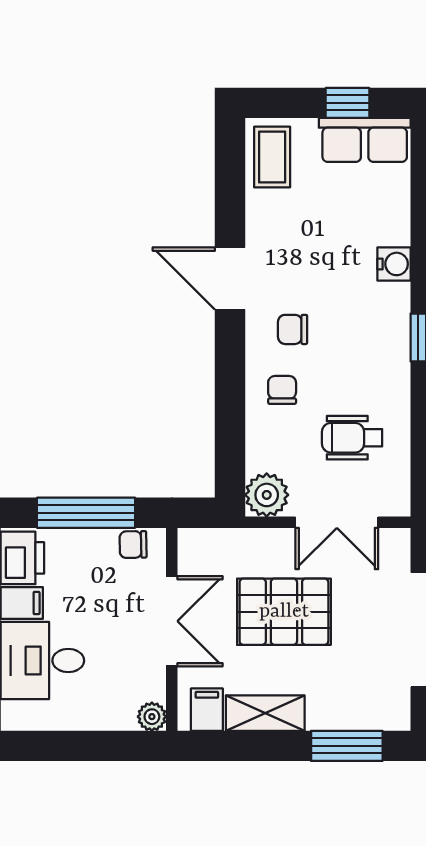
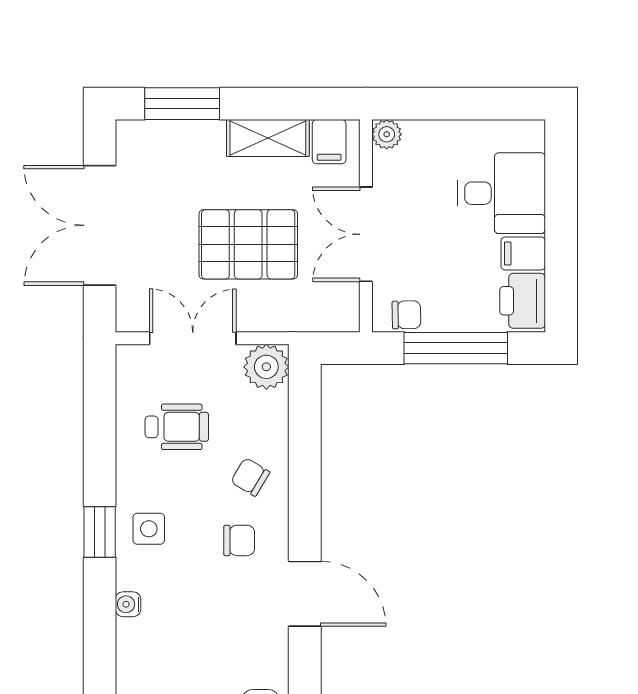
water cooler: (394, 264) -> (128, 604), width x0.72, depth x0.72
side table: (379, 340) -> (149, 529), added
chair: (282, 390) -> (250, 477), turned 121

